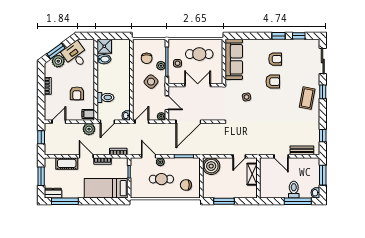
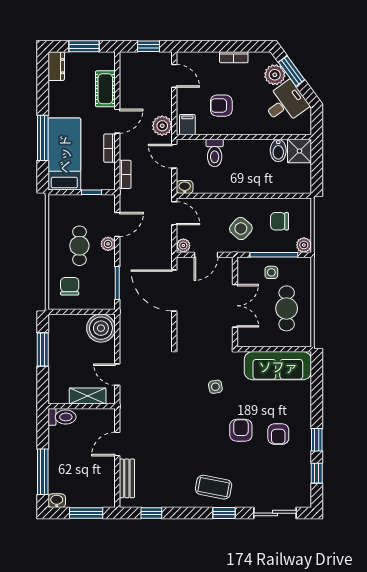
plant: (161, 66) -> (304, 245), moved
armchair: (273, 82) -> (241, 430), turned 180
toilet: (294, 190) -> (62, 417), moved
window: (65, 201) -> (43, 138), moved

